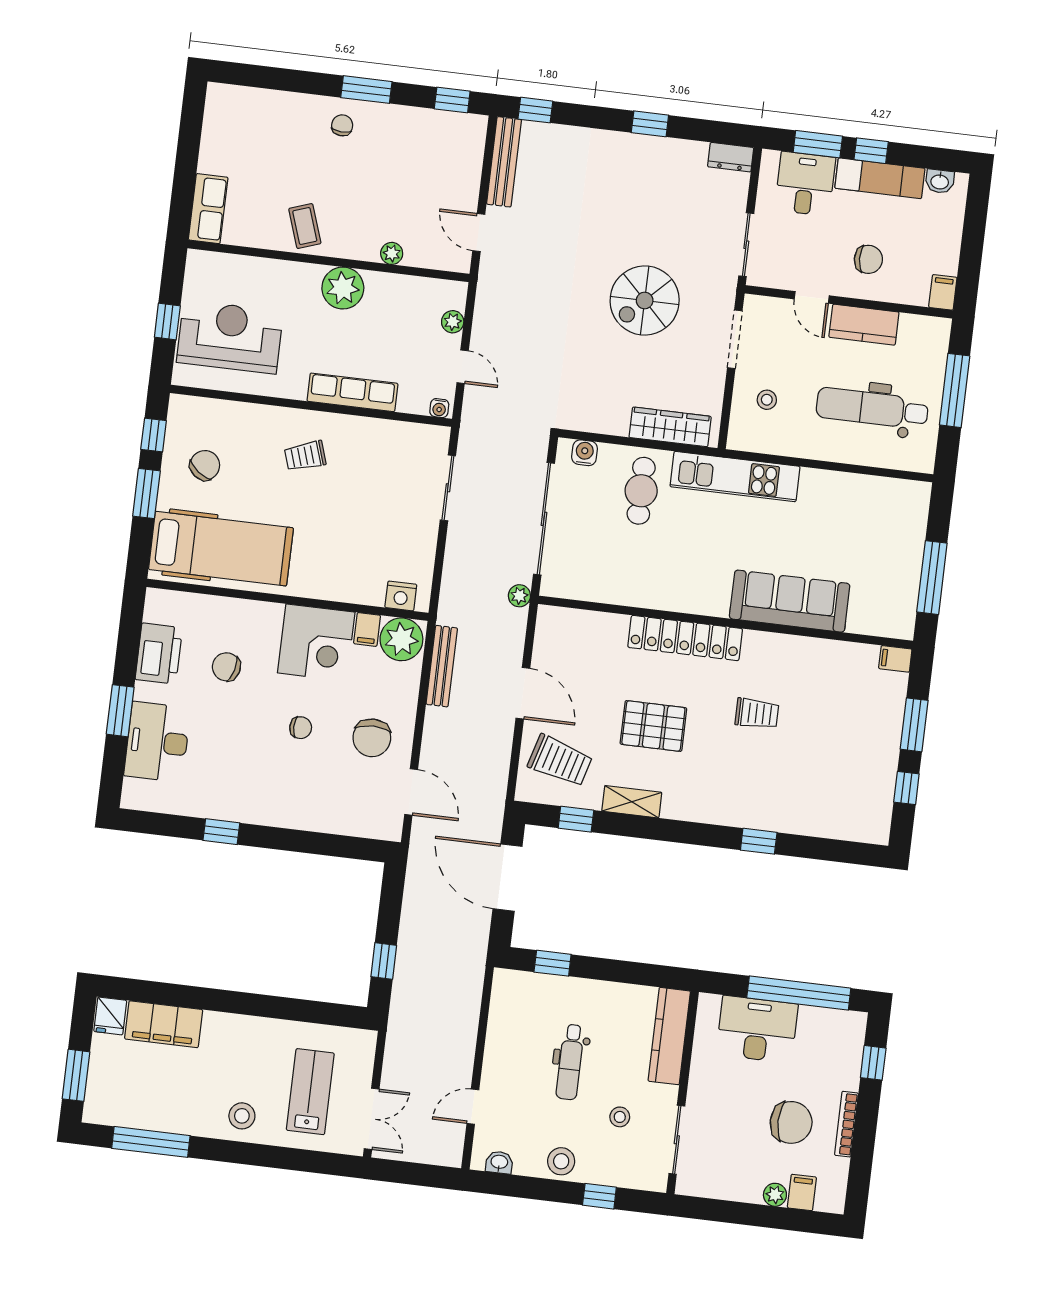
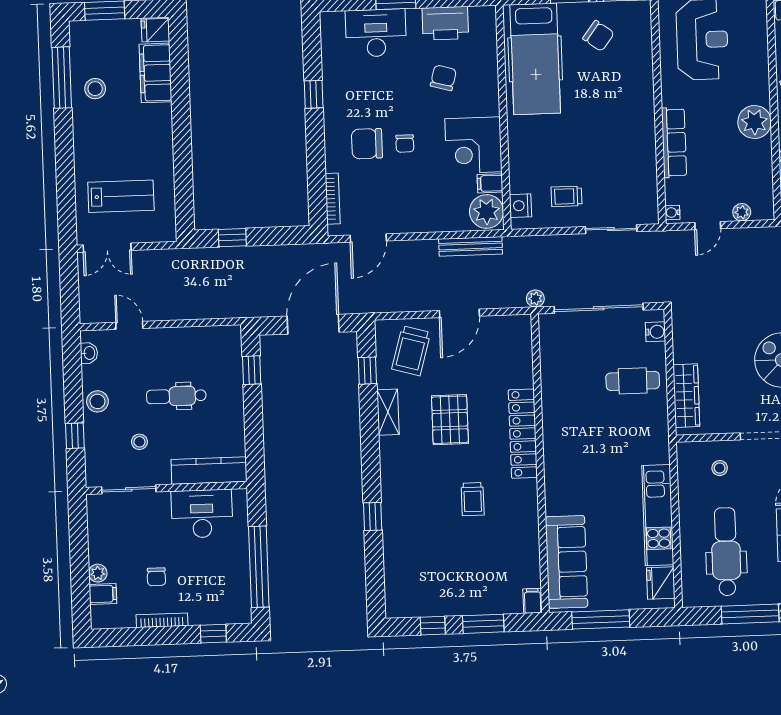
trolley: (305, 456) -> (566, 196), moved, turned -72
kitchen unit: (735, 477) -> (658, 515), moved
fridge: (898, 496) -> (661, 583), added
sofa: (790, 601) -> (567, 562), moved
chair: (372, 738) -> (367, 144), moved
bookcase: (355, 828) -> (333, 199), added
desk: (757, 1029) -> (202, 514), moved, turned -90
stool: (242, 1116) -> (95, 89), moved
chair: (791, 1122) -> (156, 577), width x0.54, depth x0.54

